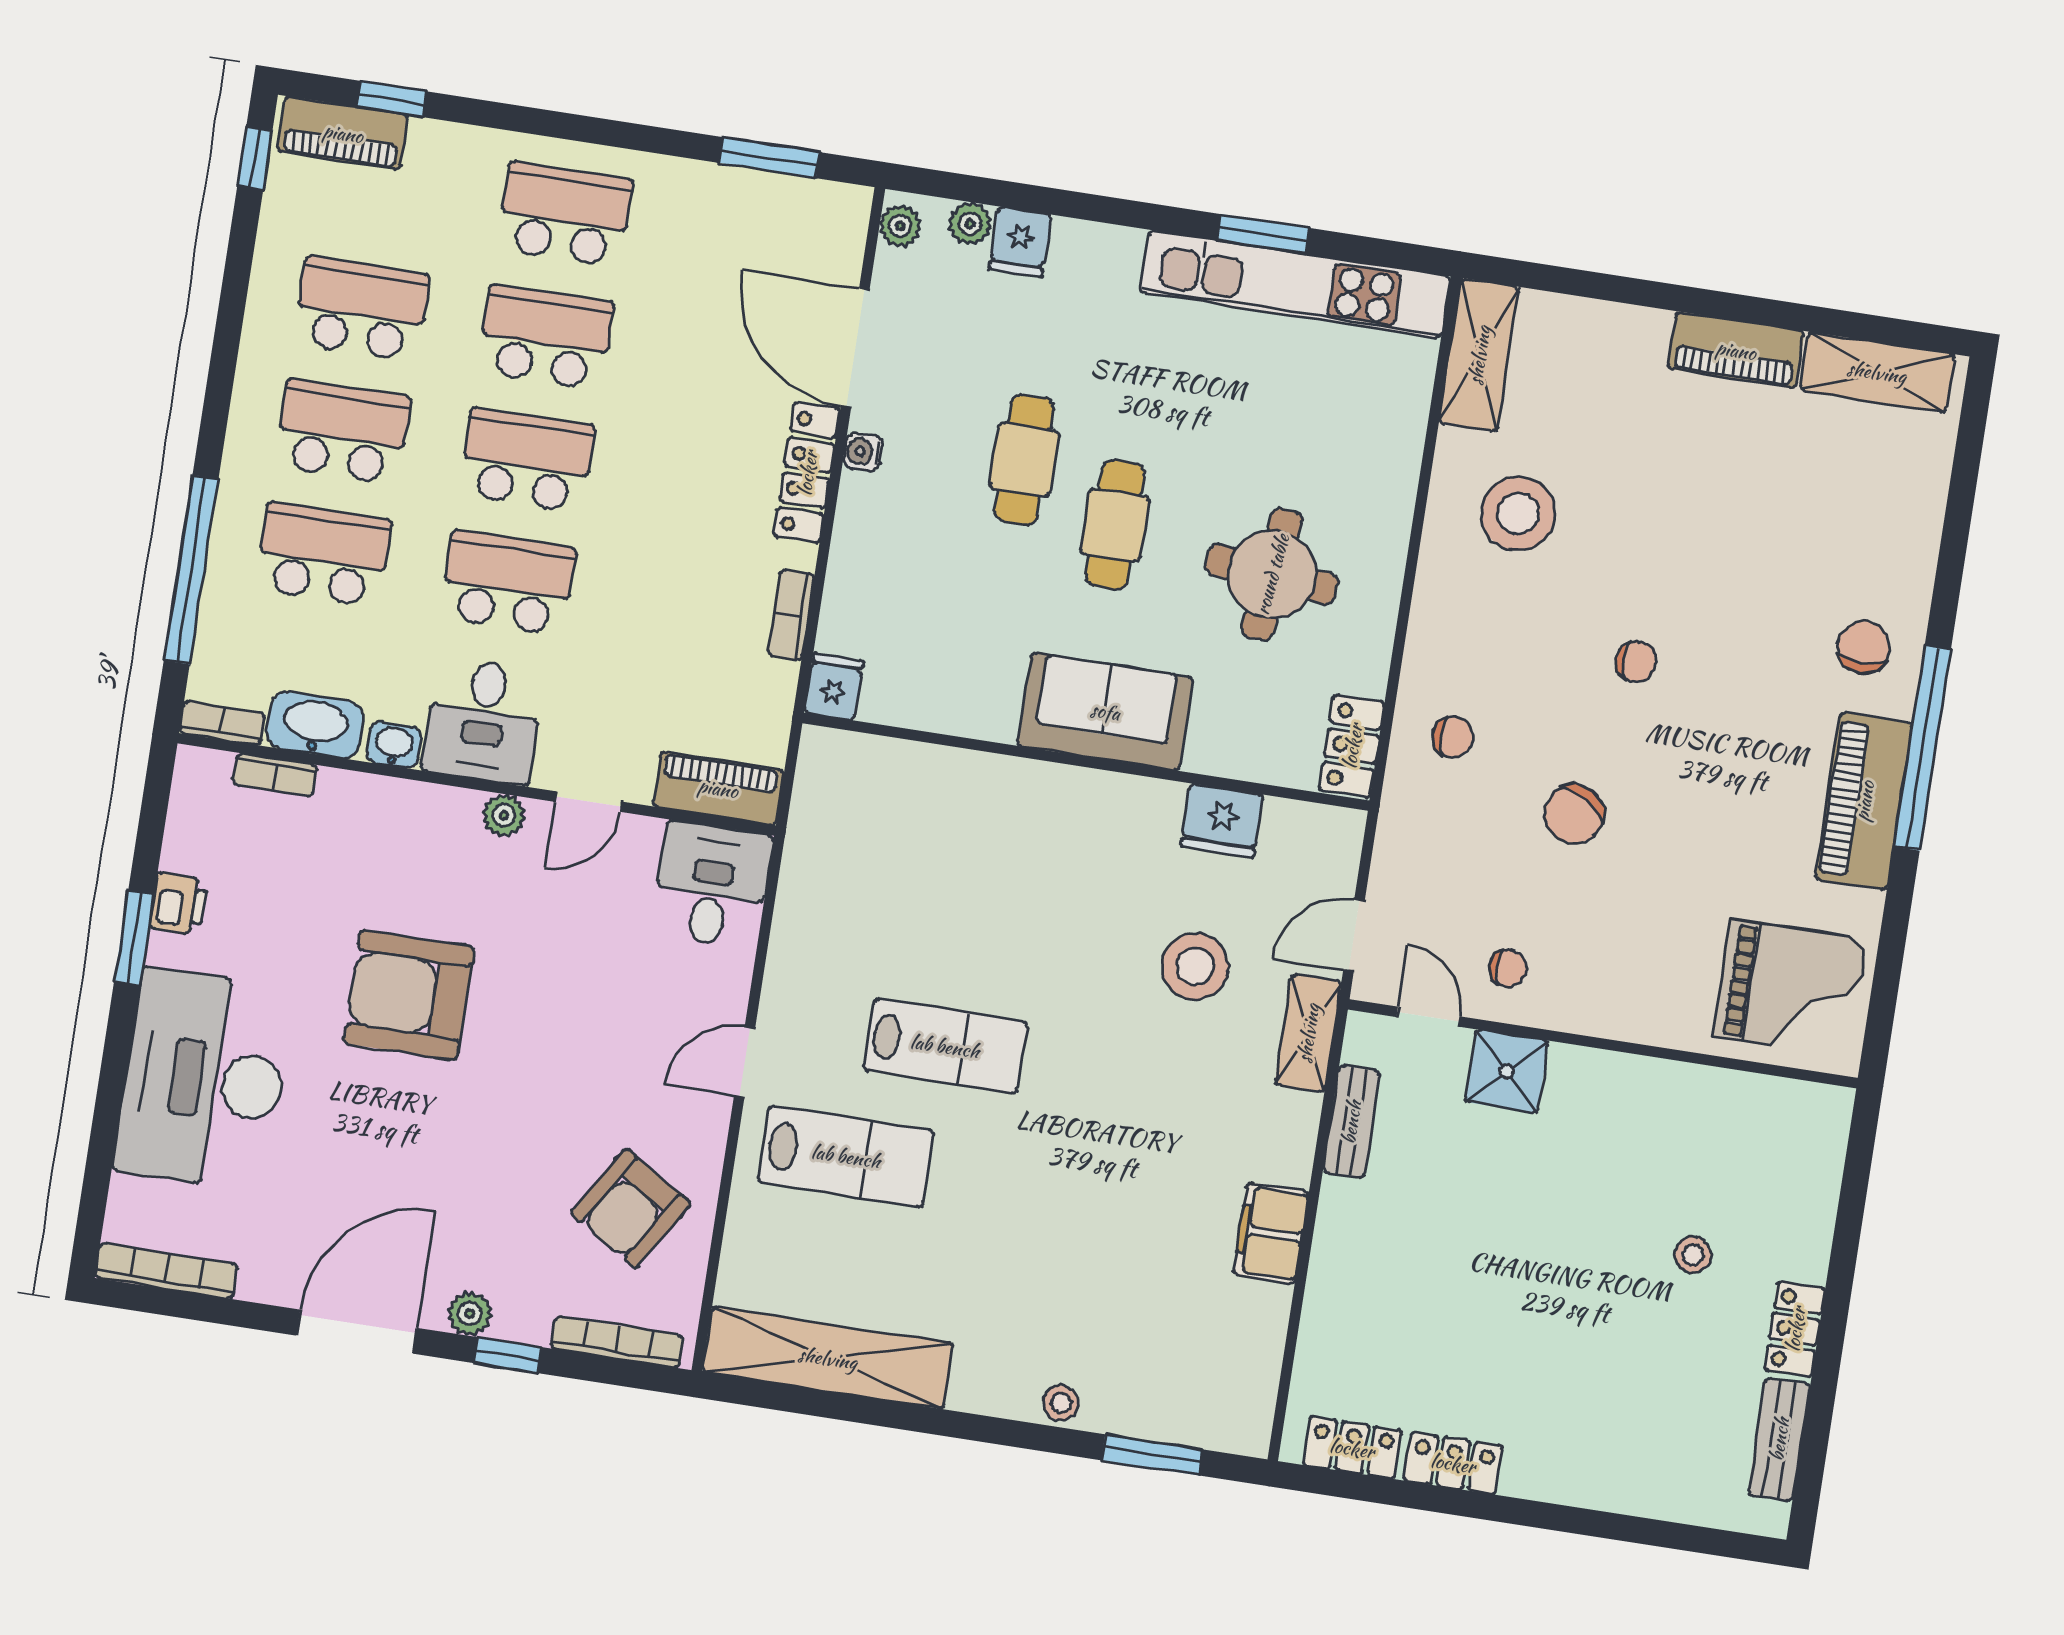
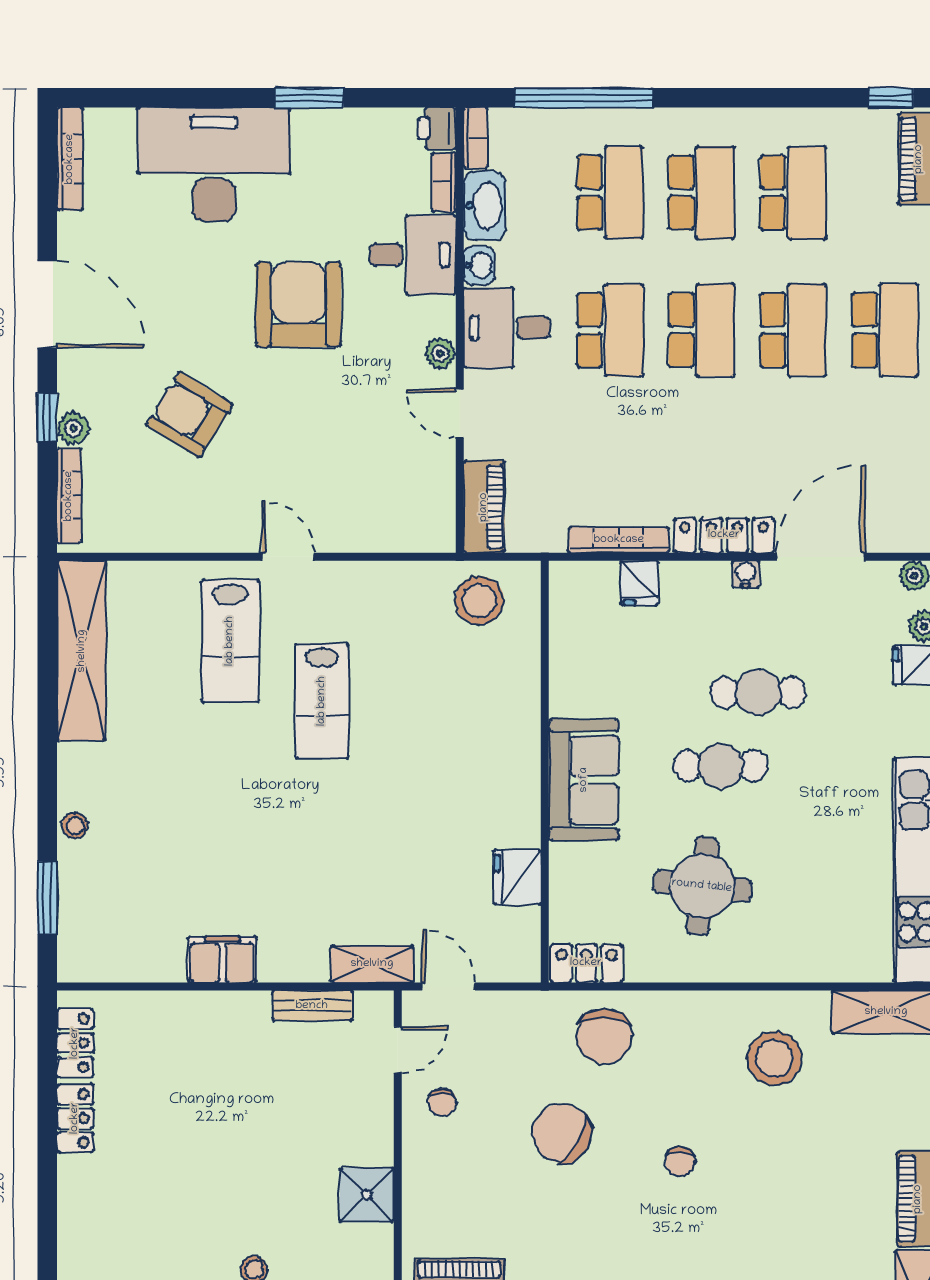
bookcase: (791, 615) -> (619, 540), width x1.56
fridge: (834, 687) -> (639, 583), moved, turned 90
chair: (1453, 737) -> (604, 1036), width x1.87, depth x1.87
chair: (1574, 814) -> (562, 1133), width x1.37, depth x1.37
desk: (712, 885) -> (413, 255), moved
printer: (179, 904) -> (437, 128), moved, turned 90
stool: (1195, 966) -> (479, 601), moved
shower: (1507, 1071) -> (367, 1195), moved
armchair: (631, 1208) -> (190, 415), moved
plant: (470, 1314) -> (73, 428), moved

